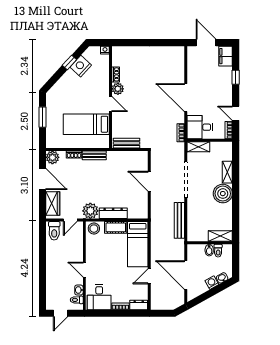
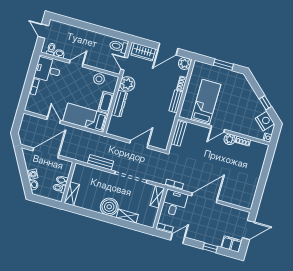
nightstand: (81, 66) -> (265, 121), moved
bench: (179, 220) -> (101, 162), width x0.73
stool: (94, 229) -> (99, 79), moved
dresser: (139, 305) -> (31, 103), removed

